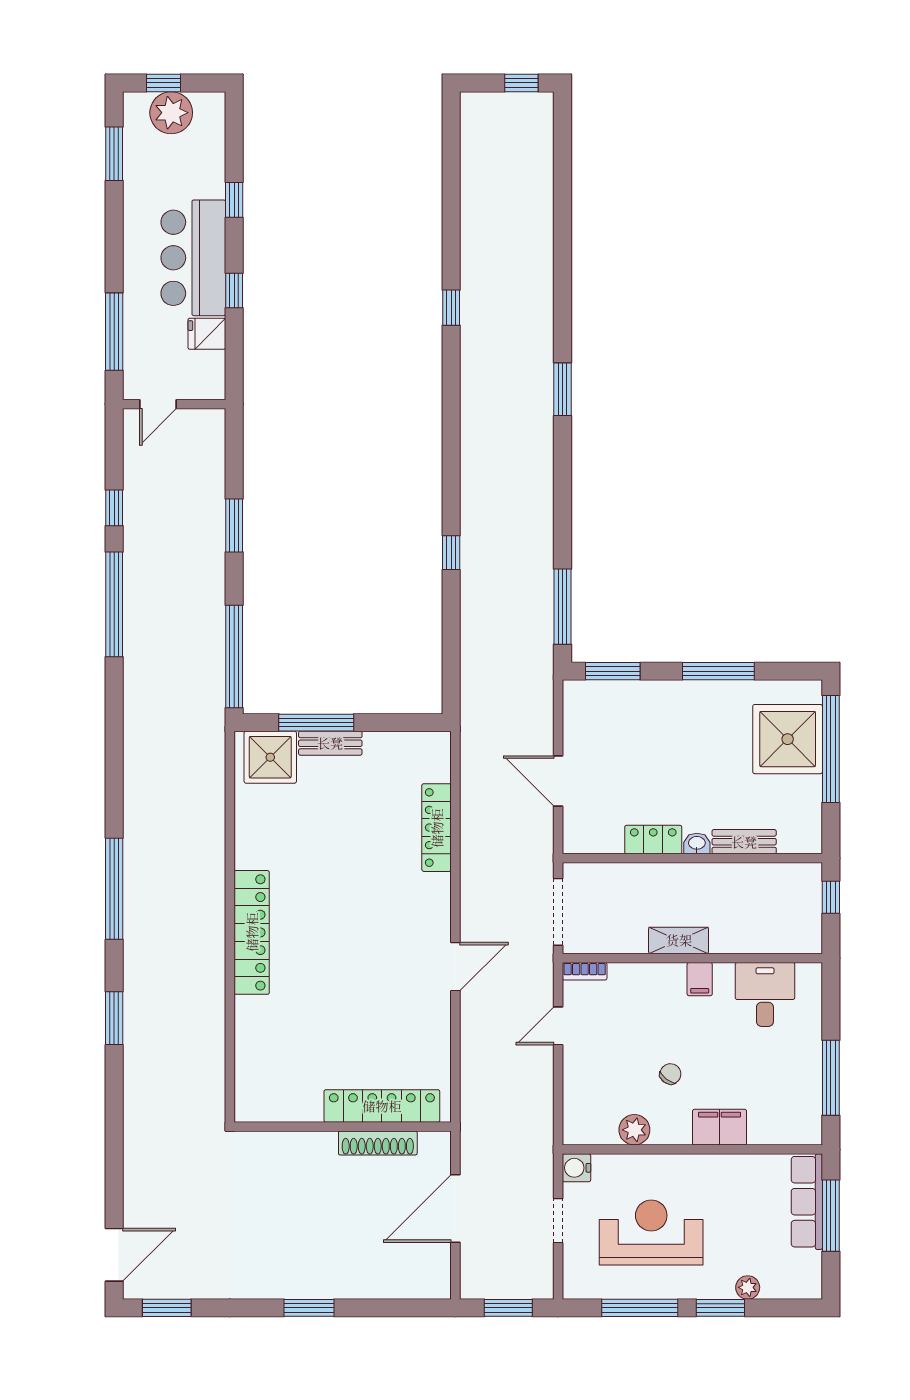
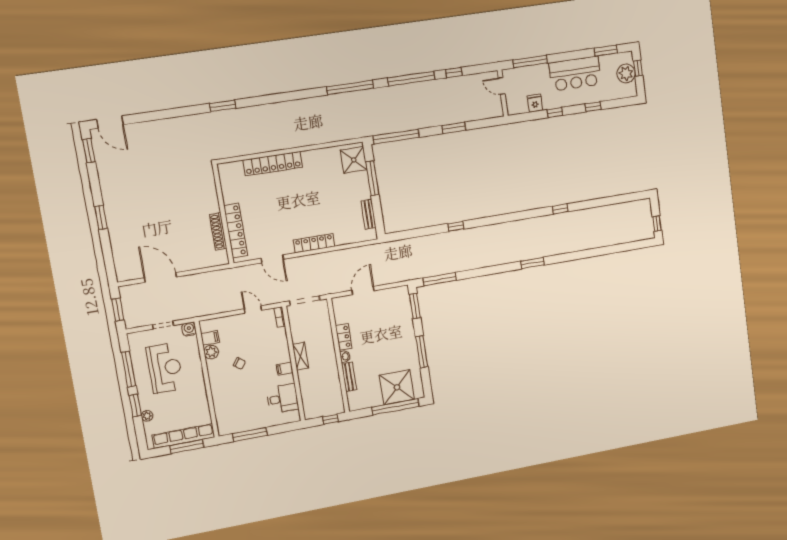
bar counter: (193, 258) -> (575, 74), moved, turned 180
bench: (330, 743) -> (368, 214), moved
locker: (437, 828) -> (314, 243), moved
window: (114, 889) -> (350, 87), moved
locker: (382, 1106) -> (236, 231), moved
wall: (343, 1127) -> (223, 214), moved
filing cabinet: (720, 1127) -> (210, 338), moved, width x0.50
shoe rack: (378, 1143) -> (218, 231), moved
row of seats: (807, 1202) -> (183, 436), width x1.36

